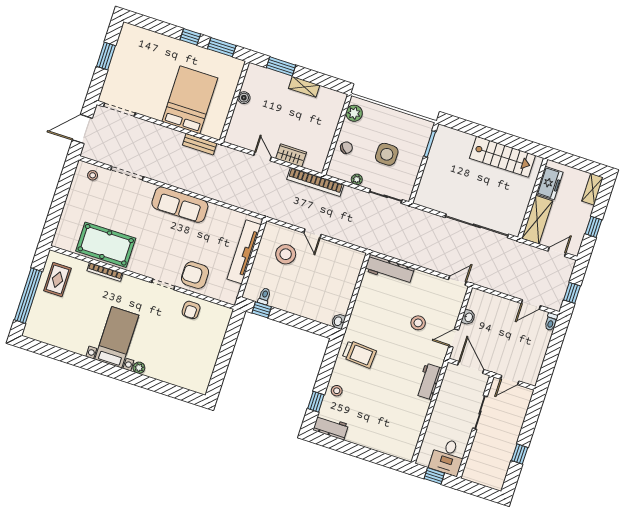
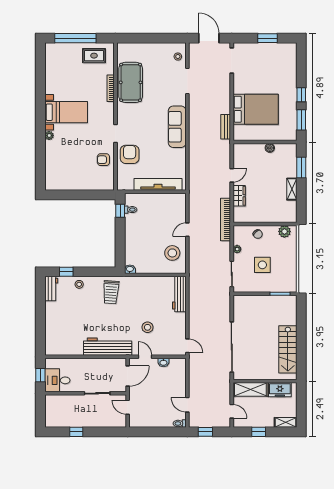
stool: (286, 254) -> (172, 253), moved
workbench: (429, 381) -> (108, 347), width x1.88, depth x1.32

